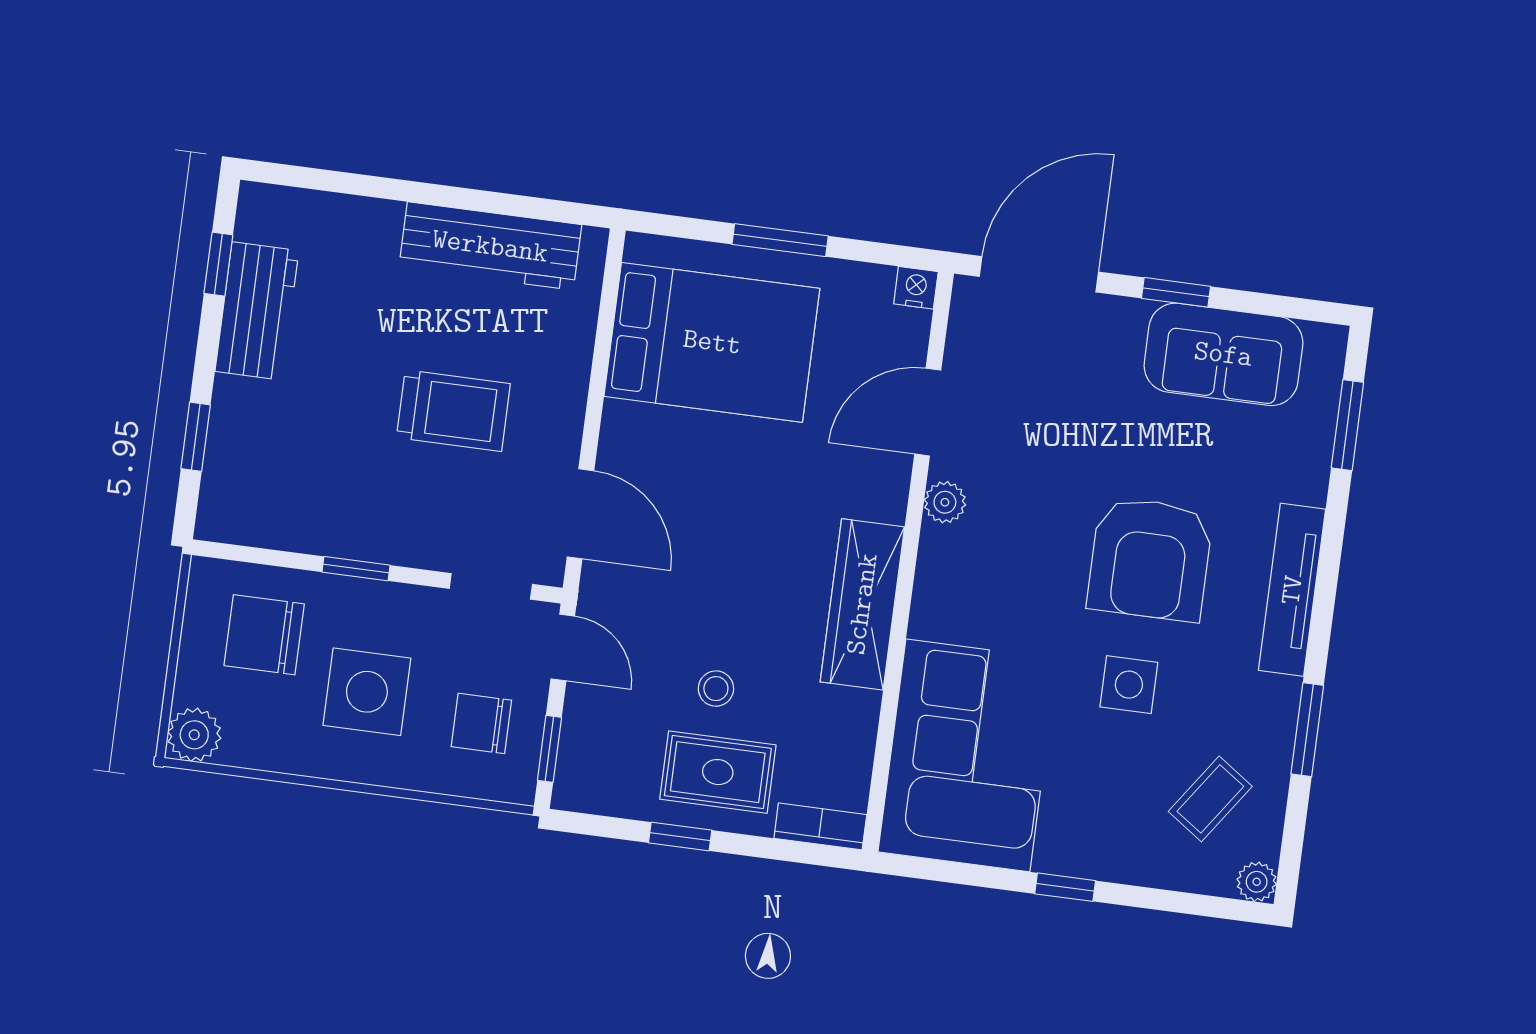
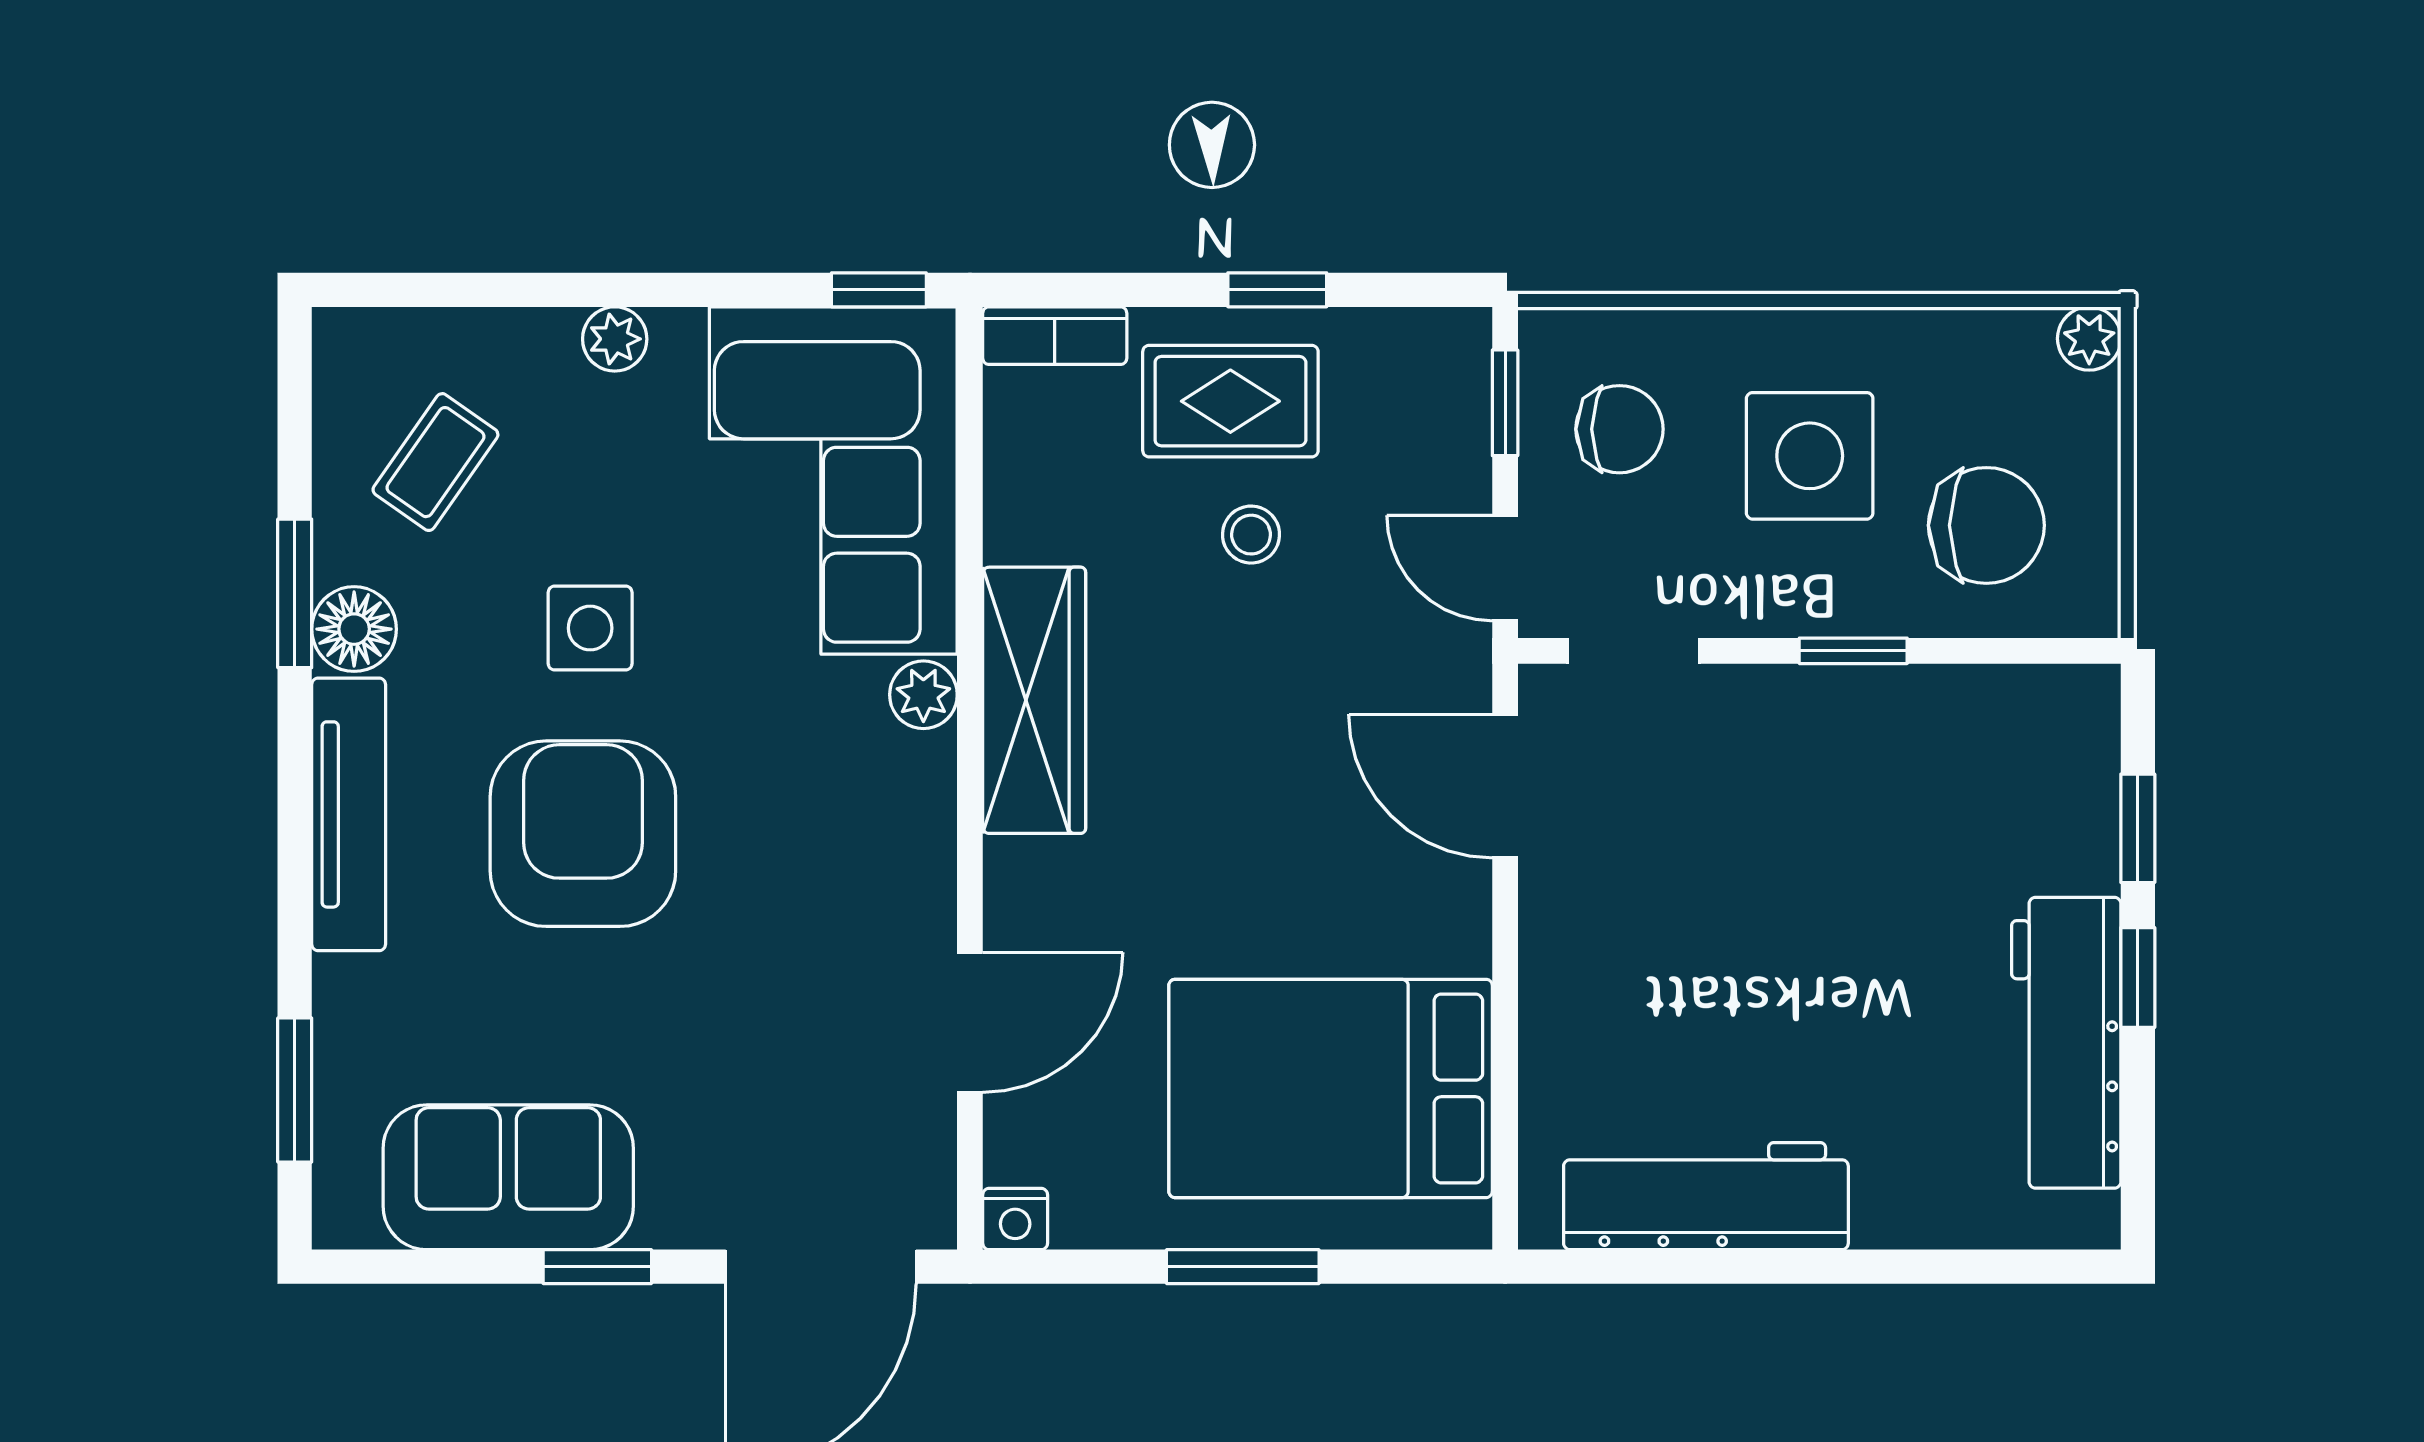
window: (218, 264) -> (2138, 978), moved
workbench: (257, 311) -> (2066, 1043), width x1.38
trolley: (453, 411) -> (1730, 925), removed
plant: (945, 502) -> (923, 695), moved
floor lamp: (1274, 703) -> (354, 629), added
plant: (194, 735) -> (2089, 339), width x0.73, depth x0.73
plant: (1257, 882) -> (615, 339), moved
window: (1065, 887) -> (879, 290), moved

